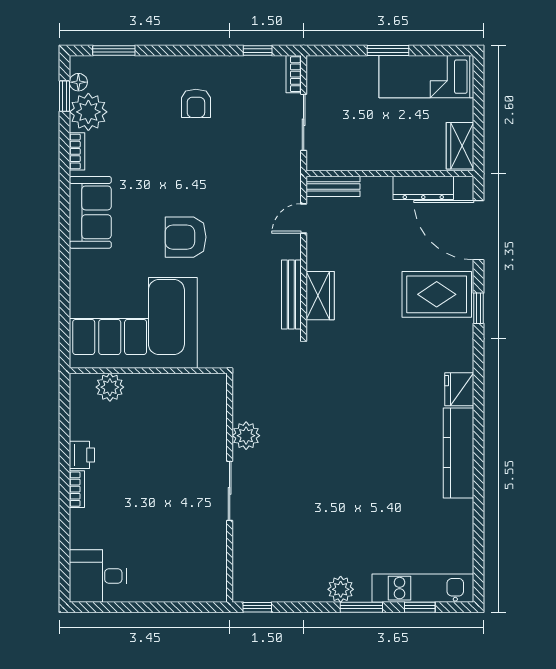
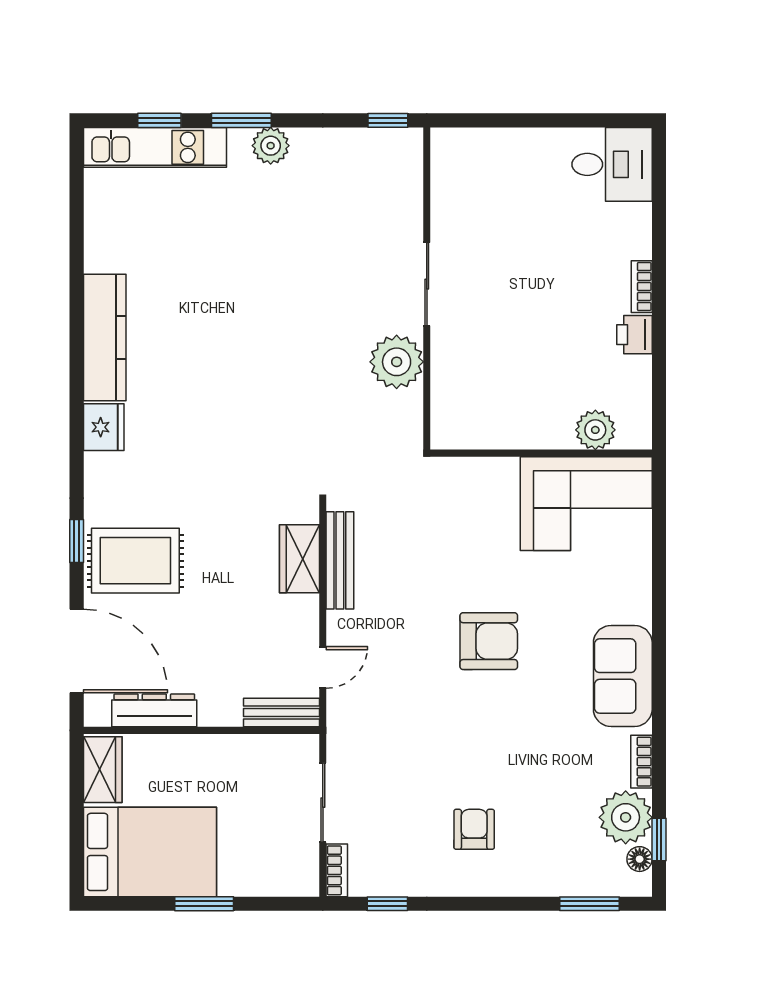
bed: (426, 77) -> (150, 852), width x1.50
corner sofa: (133, 323) -> (586, 504), width x0.73, depth x0.74
plant: (246, 436) -> (397, 362), width x1.36, depth x1.36

